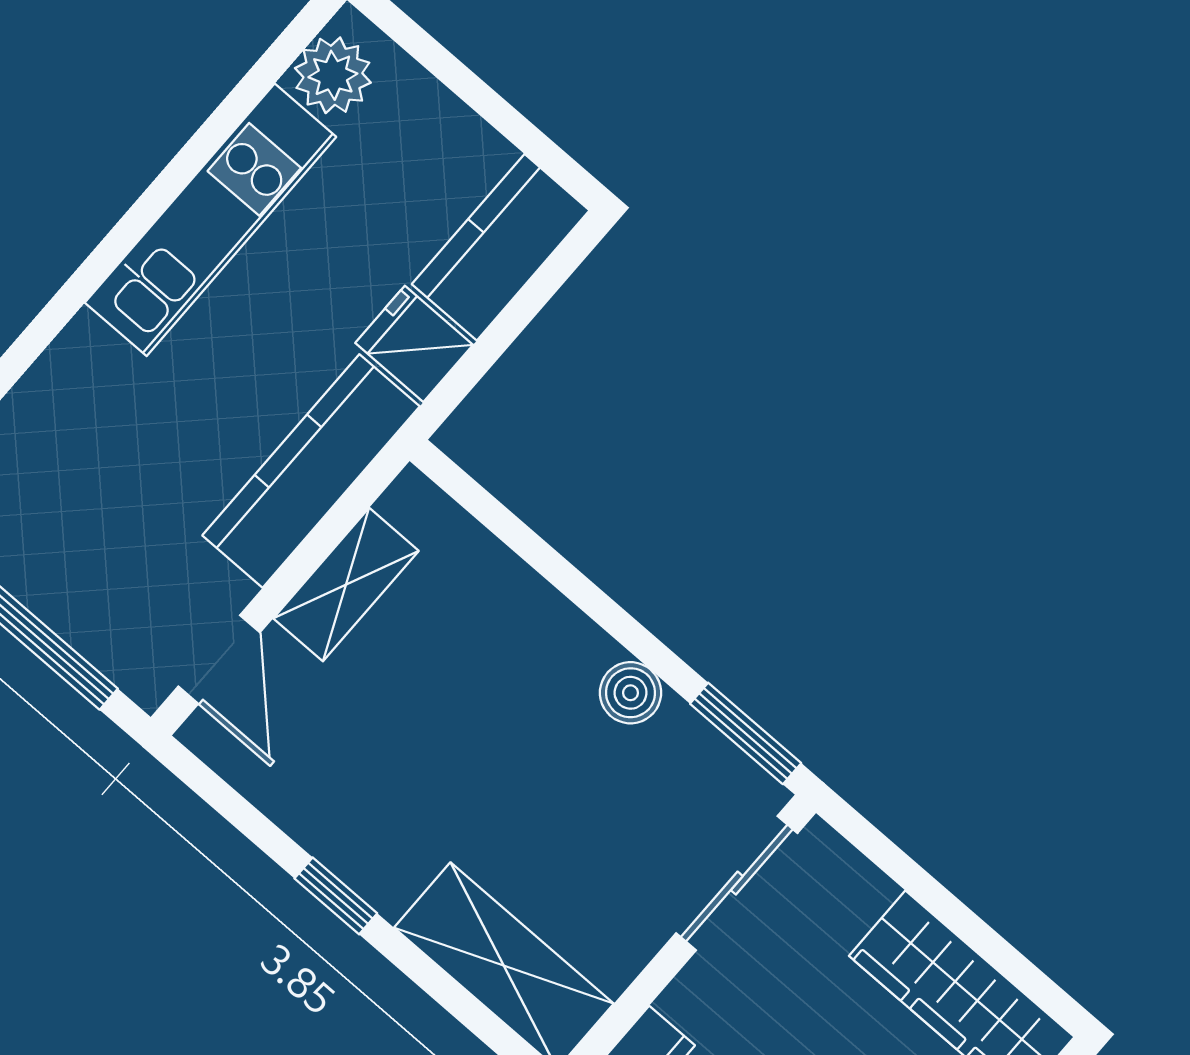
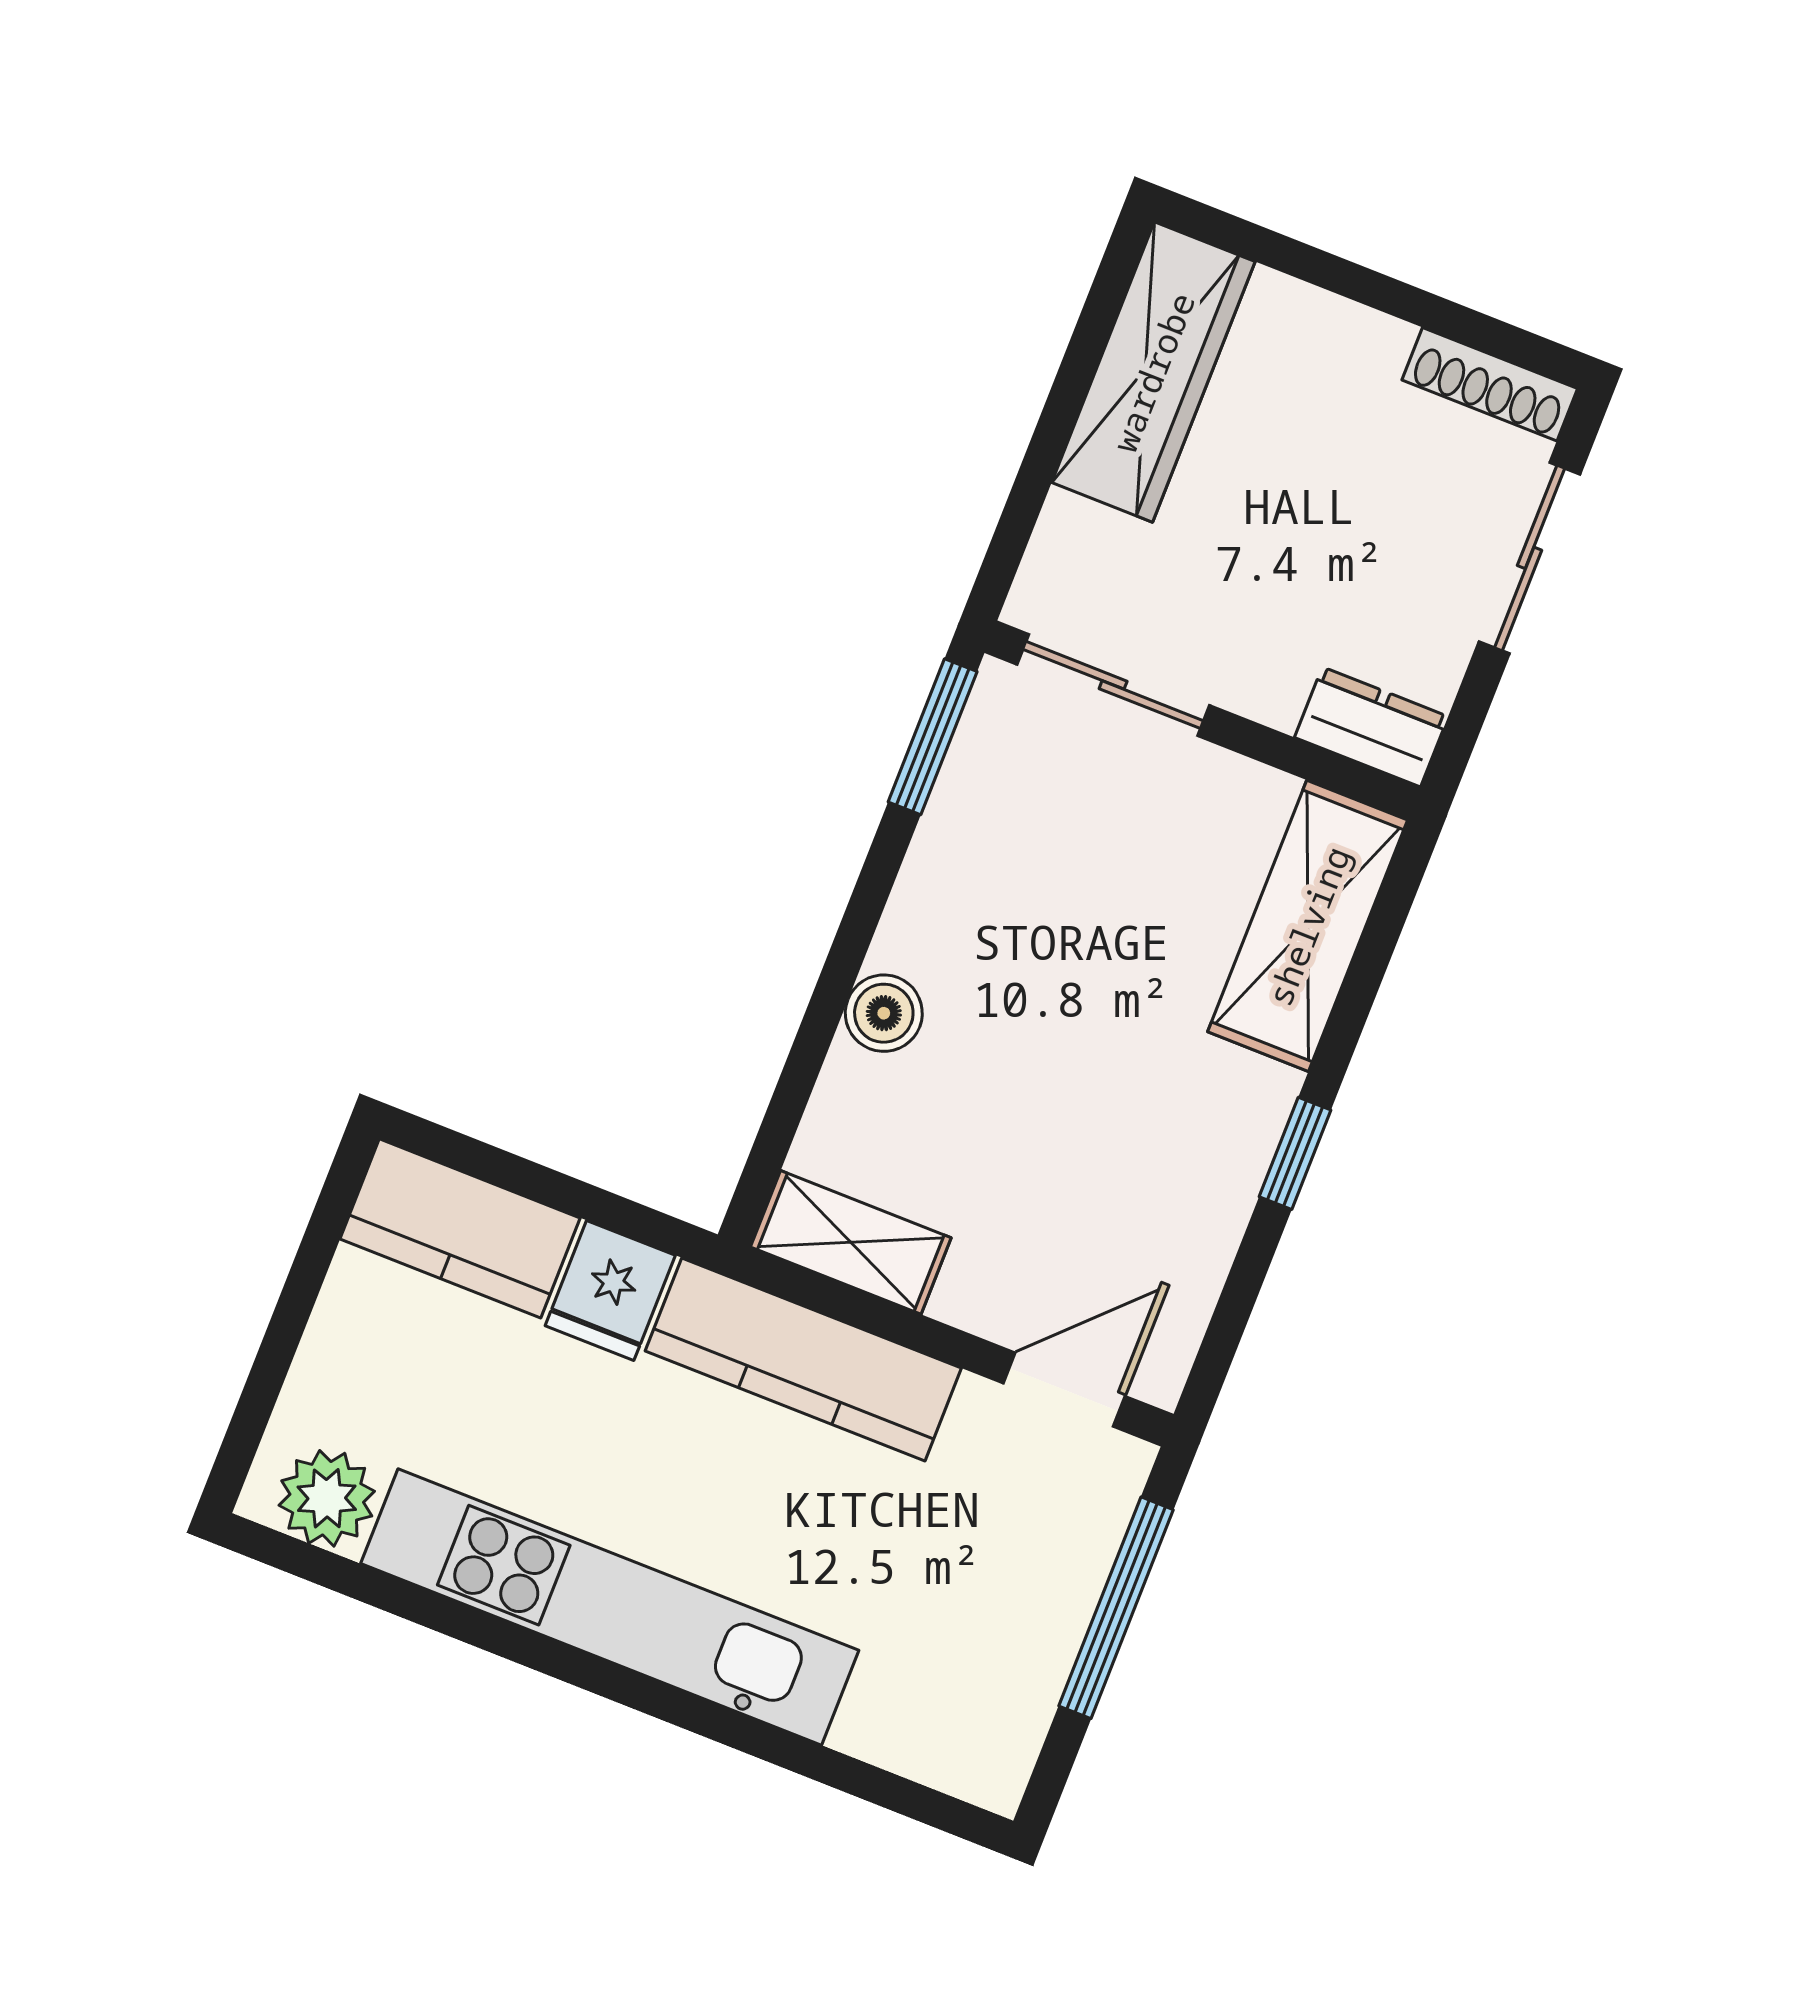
kitchen unit: (211, 220) -> (610, 1607), width x1.36
shelving: (346, 585) -> (851, 1242), moved
boiler: (631, 693) -> (884, 1013), moved

